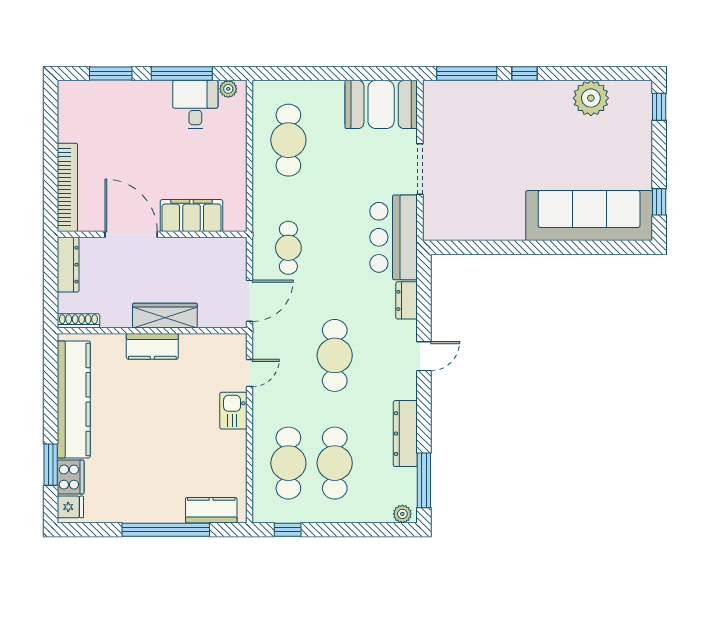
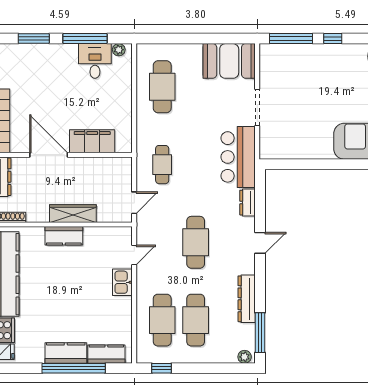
door: (250, 301) -> (134, 203), width x0.73
kitchen counter: (155, 509) -> (66, 353), added

